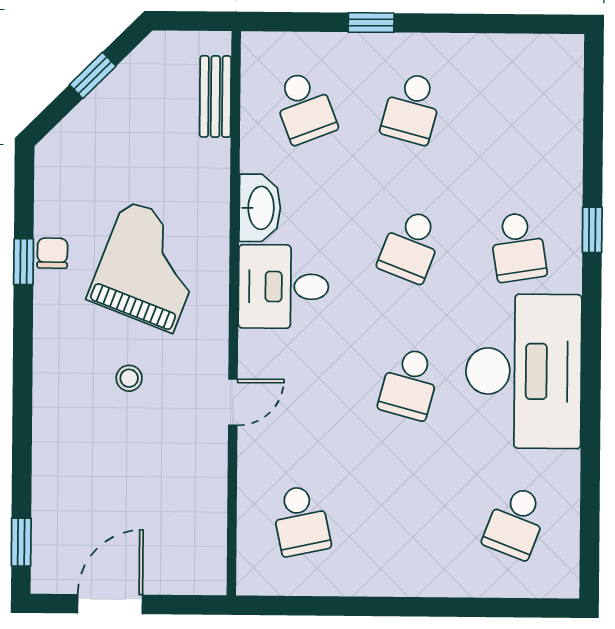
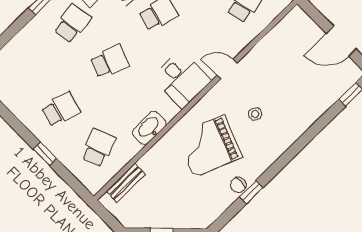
desk: (283, 287) -> (182, 79), moved

